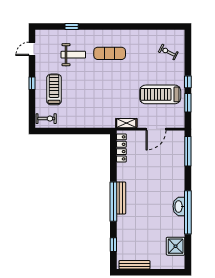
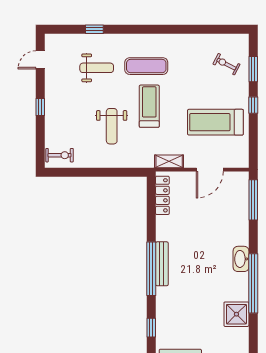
treadmill: (54, 89) -> (149, 106), moved
weight bench: (84, 97) -> (112, 126), added
window: (188, 103) -> (253, 69), moved
washbasin: (179, 206) -> (241, 259), moved
shower: (176, 246) -> (236, 314), moved

